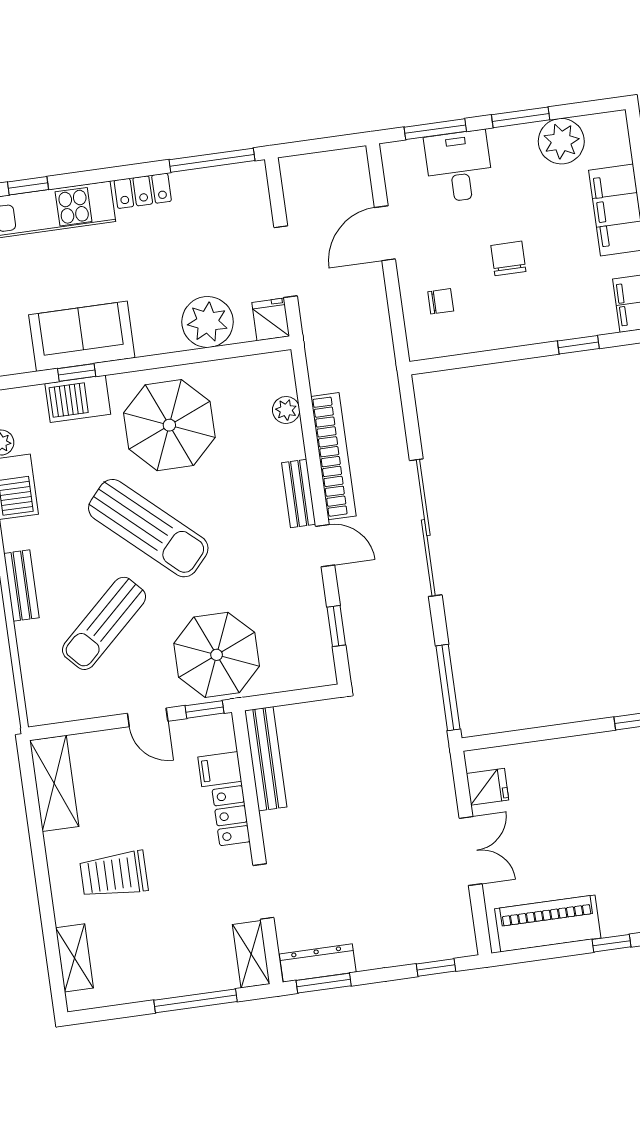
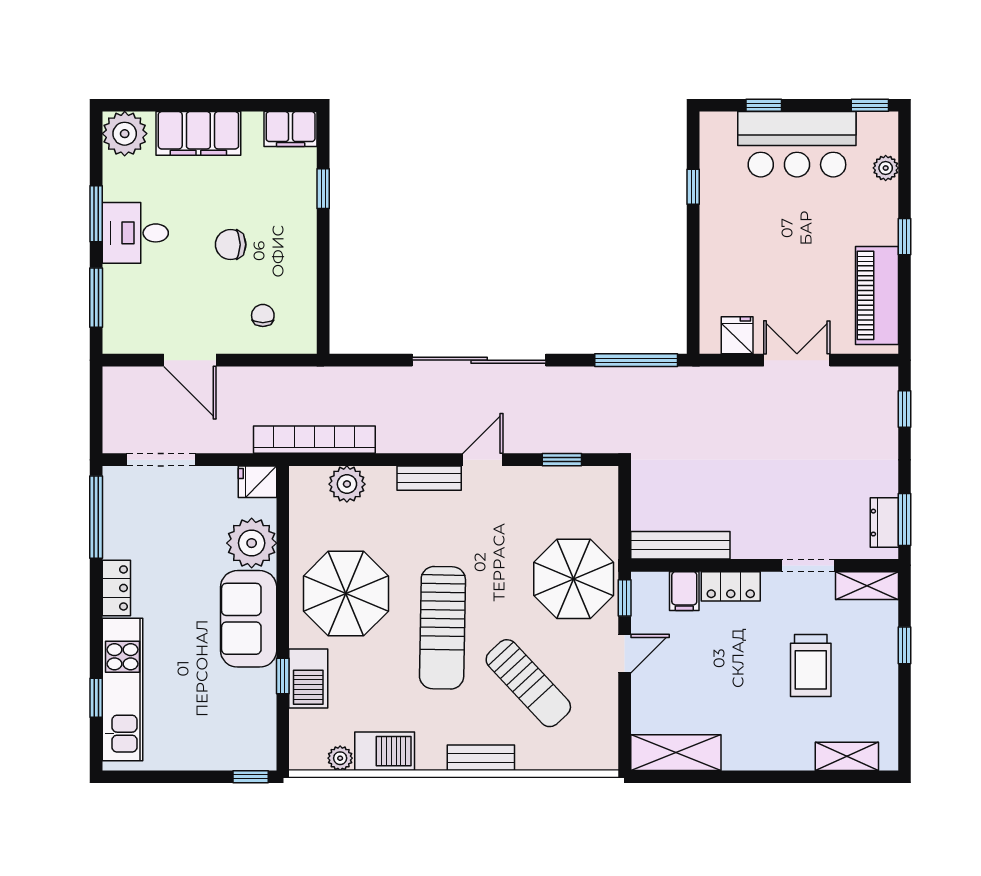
plant: (561, 141) -> (125, 134), moved
desk: (459, 166) -> (135, 233), moved
doorway: (286, 262) -> (161, 460), moved
sofa: (82, 336) -> (249, 619), moved
plant: (286, 410) -> (347, 484), width x1.38, depth x1.38
bookcase: (333, 456) -> (314, 440), moved
sun lounger: (148, 528) -> (442, 628), turned 139
trolley: (114, 874) -> (811, 665), moved
dresser: (318, 963) -> (884, 523), width x0.70
window: (195, 1001) -> (905, 645), width x0.46

